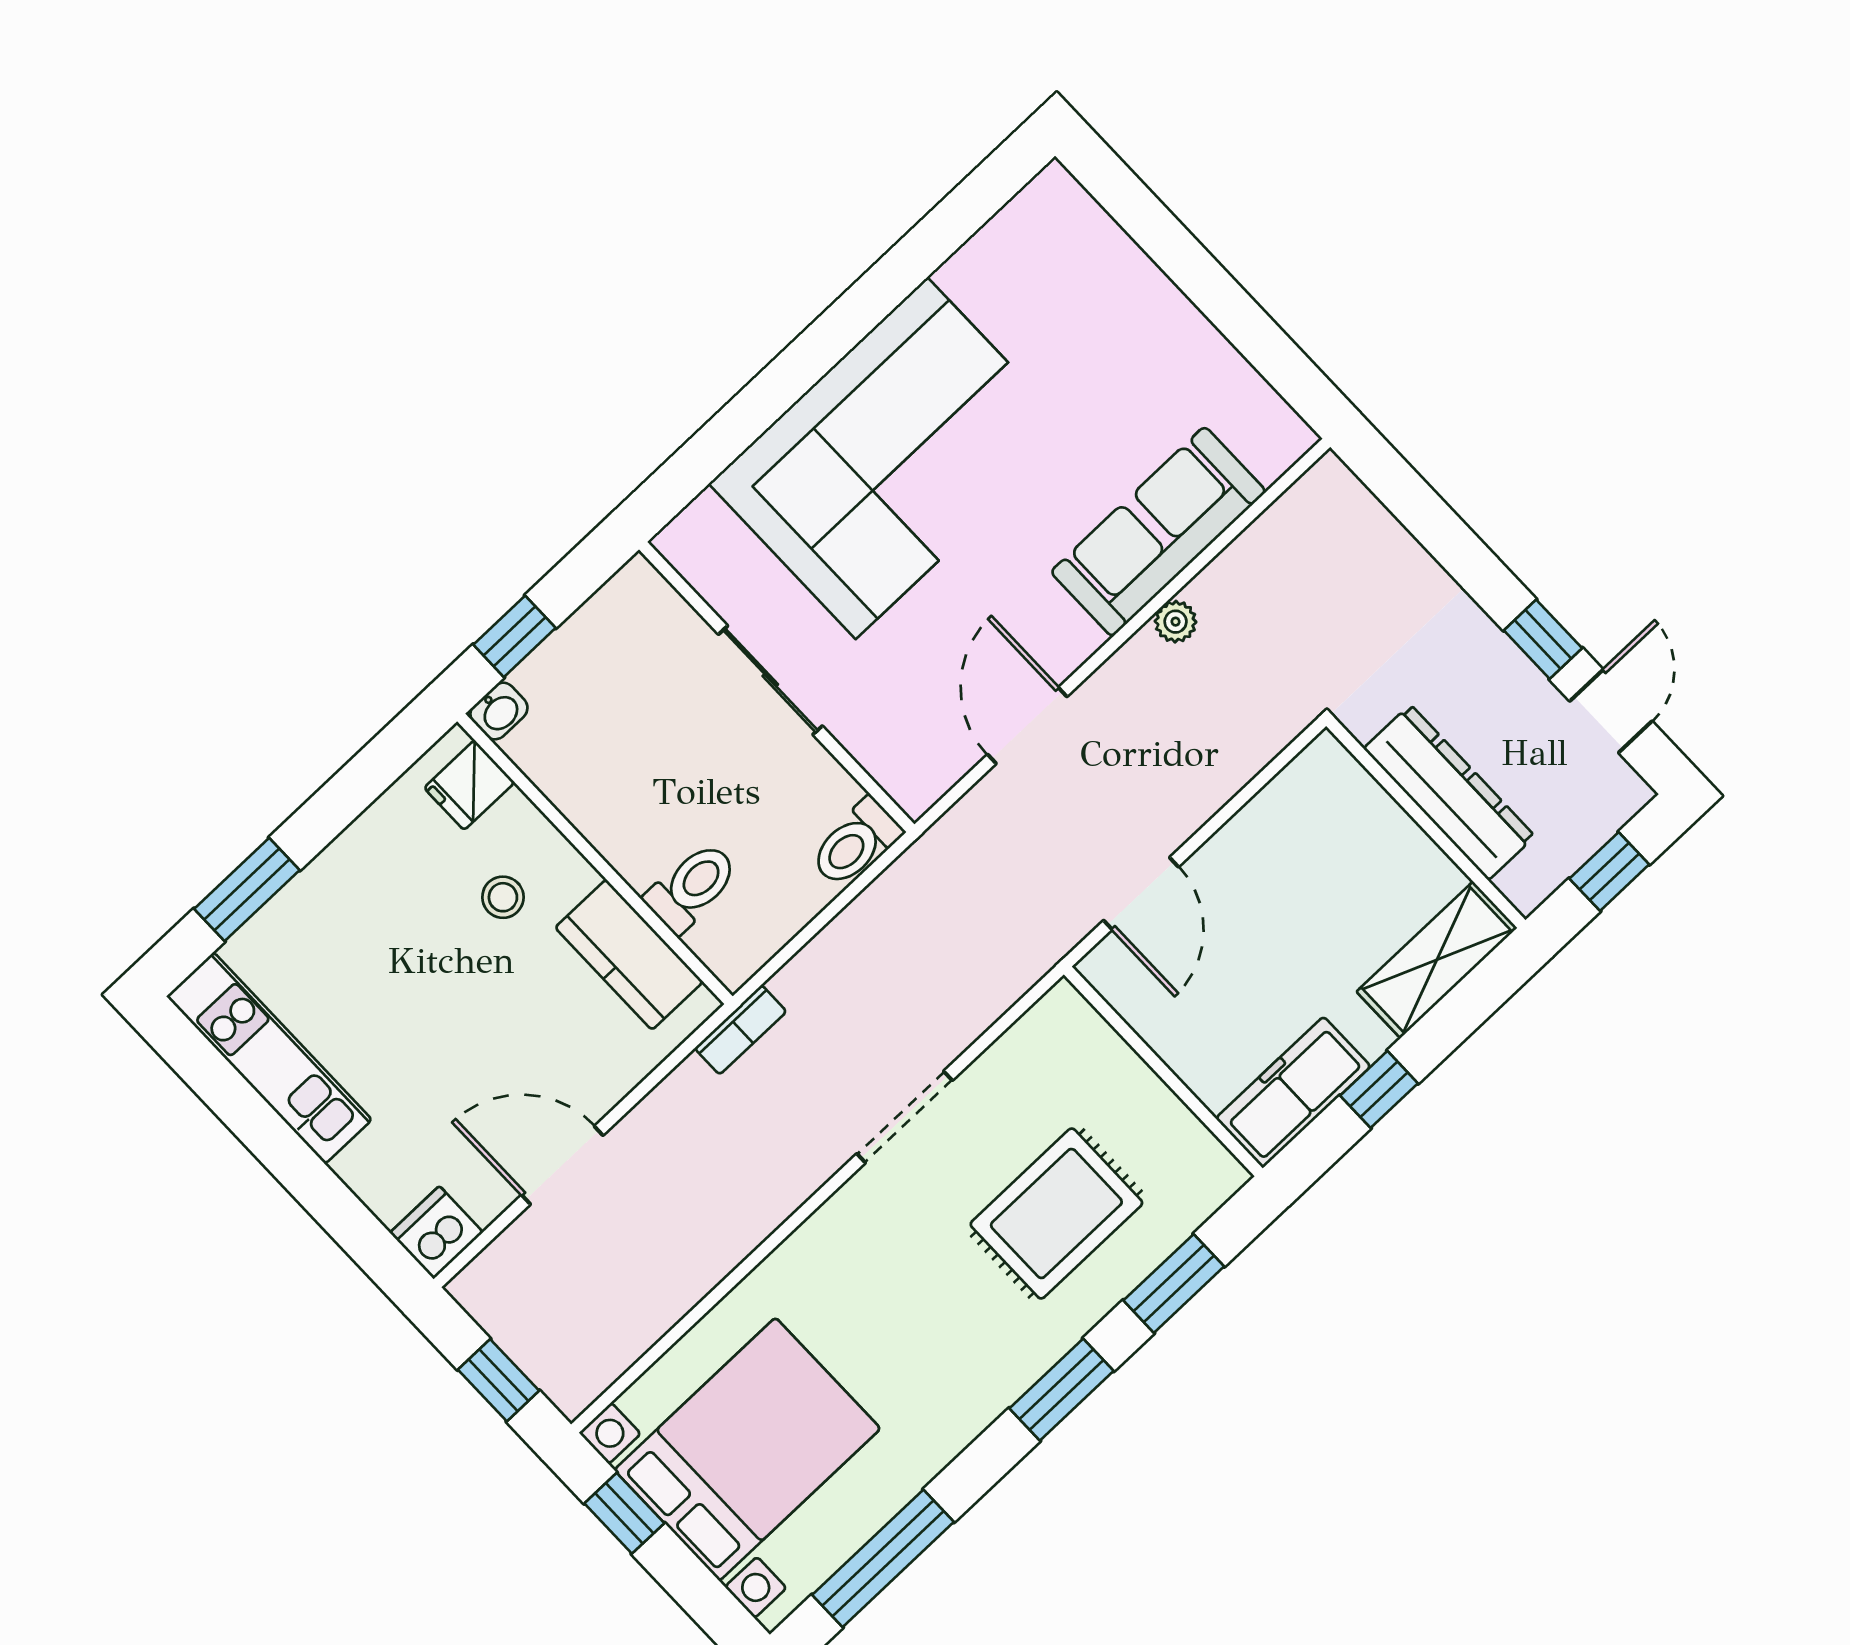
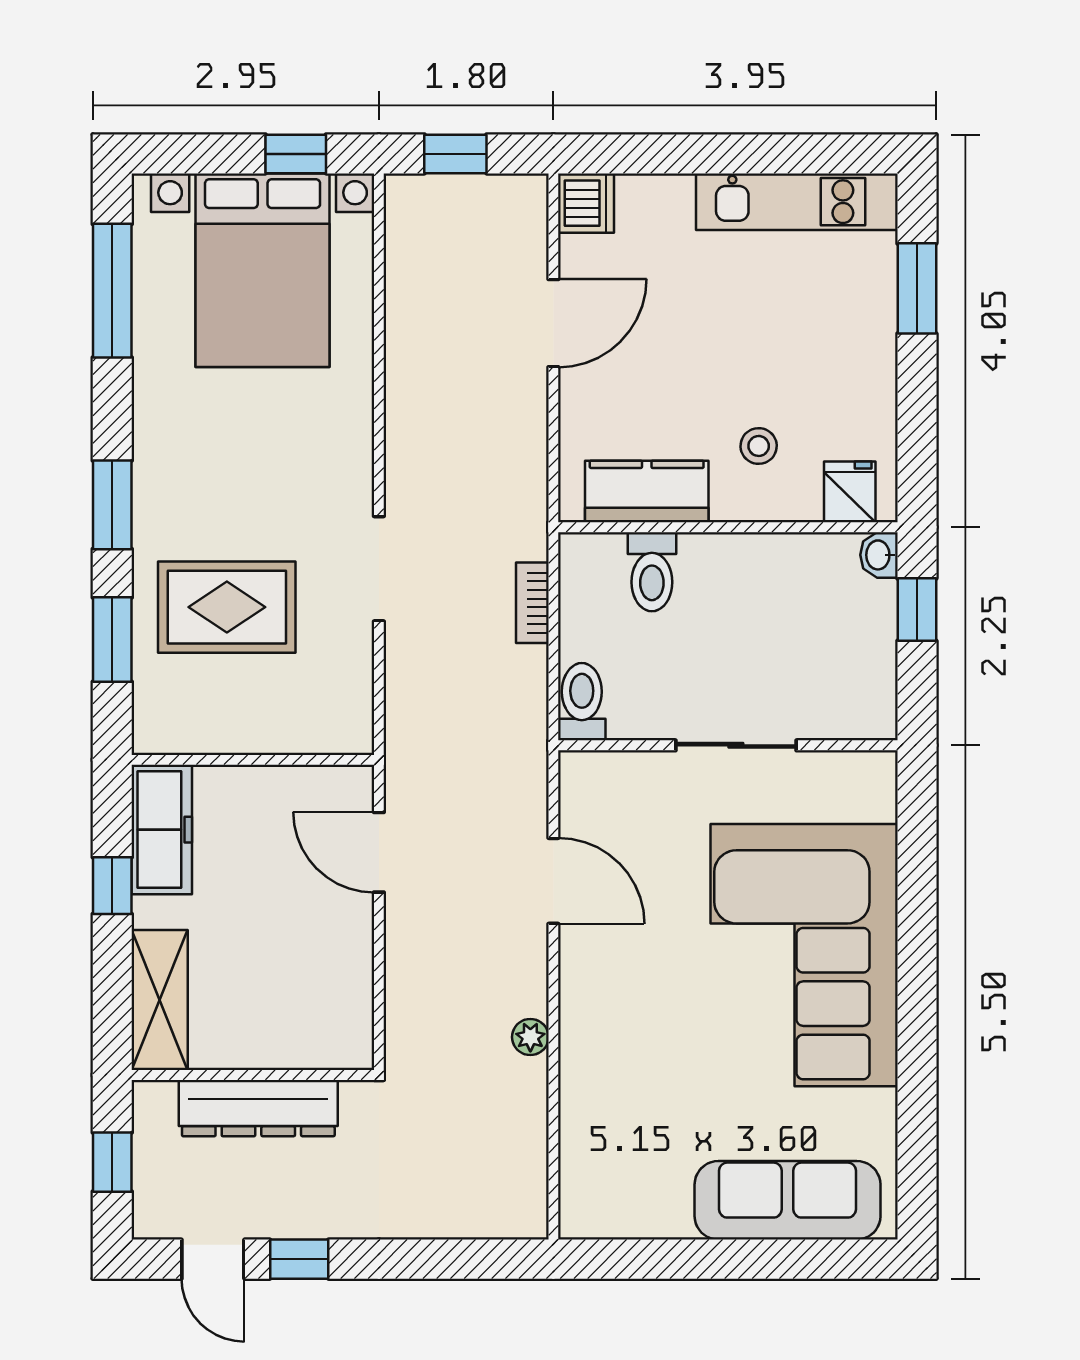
sofa: (1158, 532) -> (788, 1200), moved, turned -90
bookcase: (741, 1030) -> (532, 603), moved
rug: (1056, 1213) -> (227, 607), turned 90

